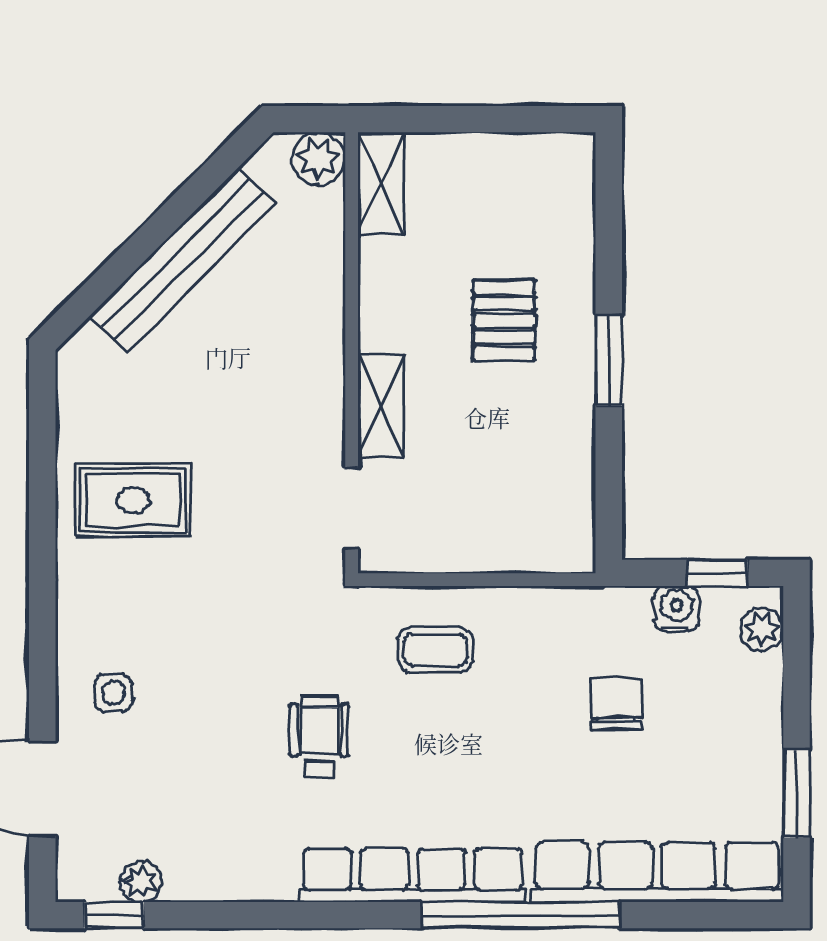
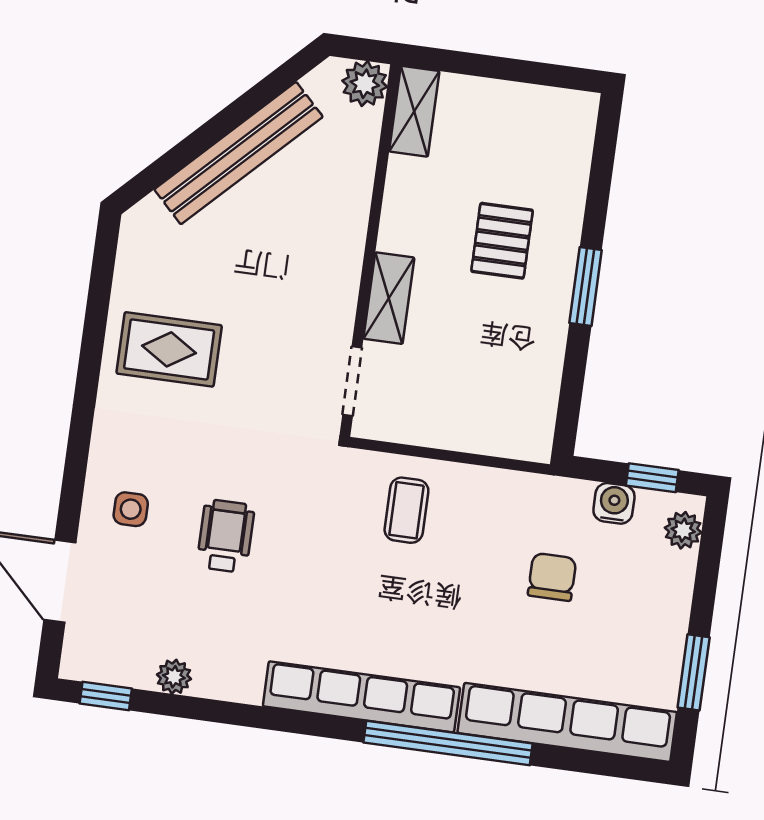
coffee table: (435, 650) -> (406, 510), turned 90
wheelchair: (319, 737) -> (226, 536), moved
plant: (141, 882) -> (174, 677), moved

